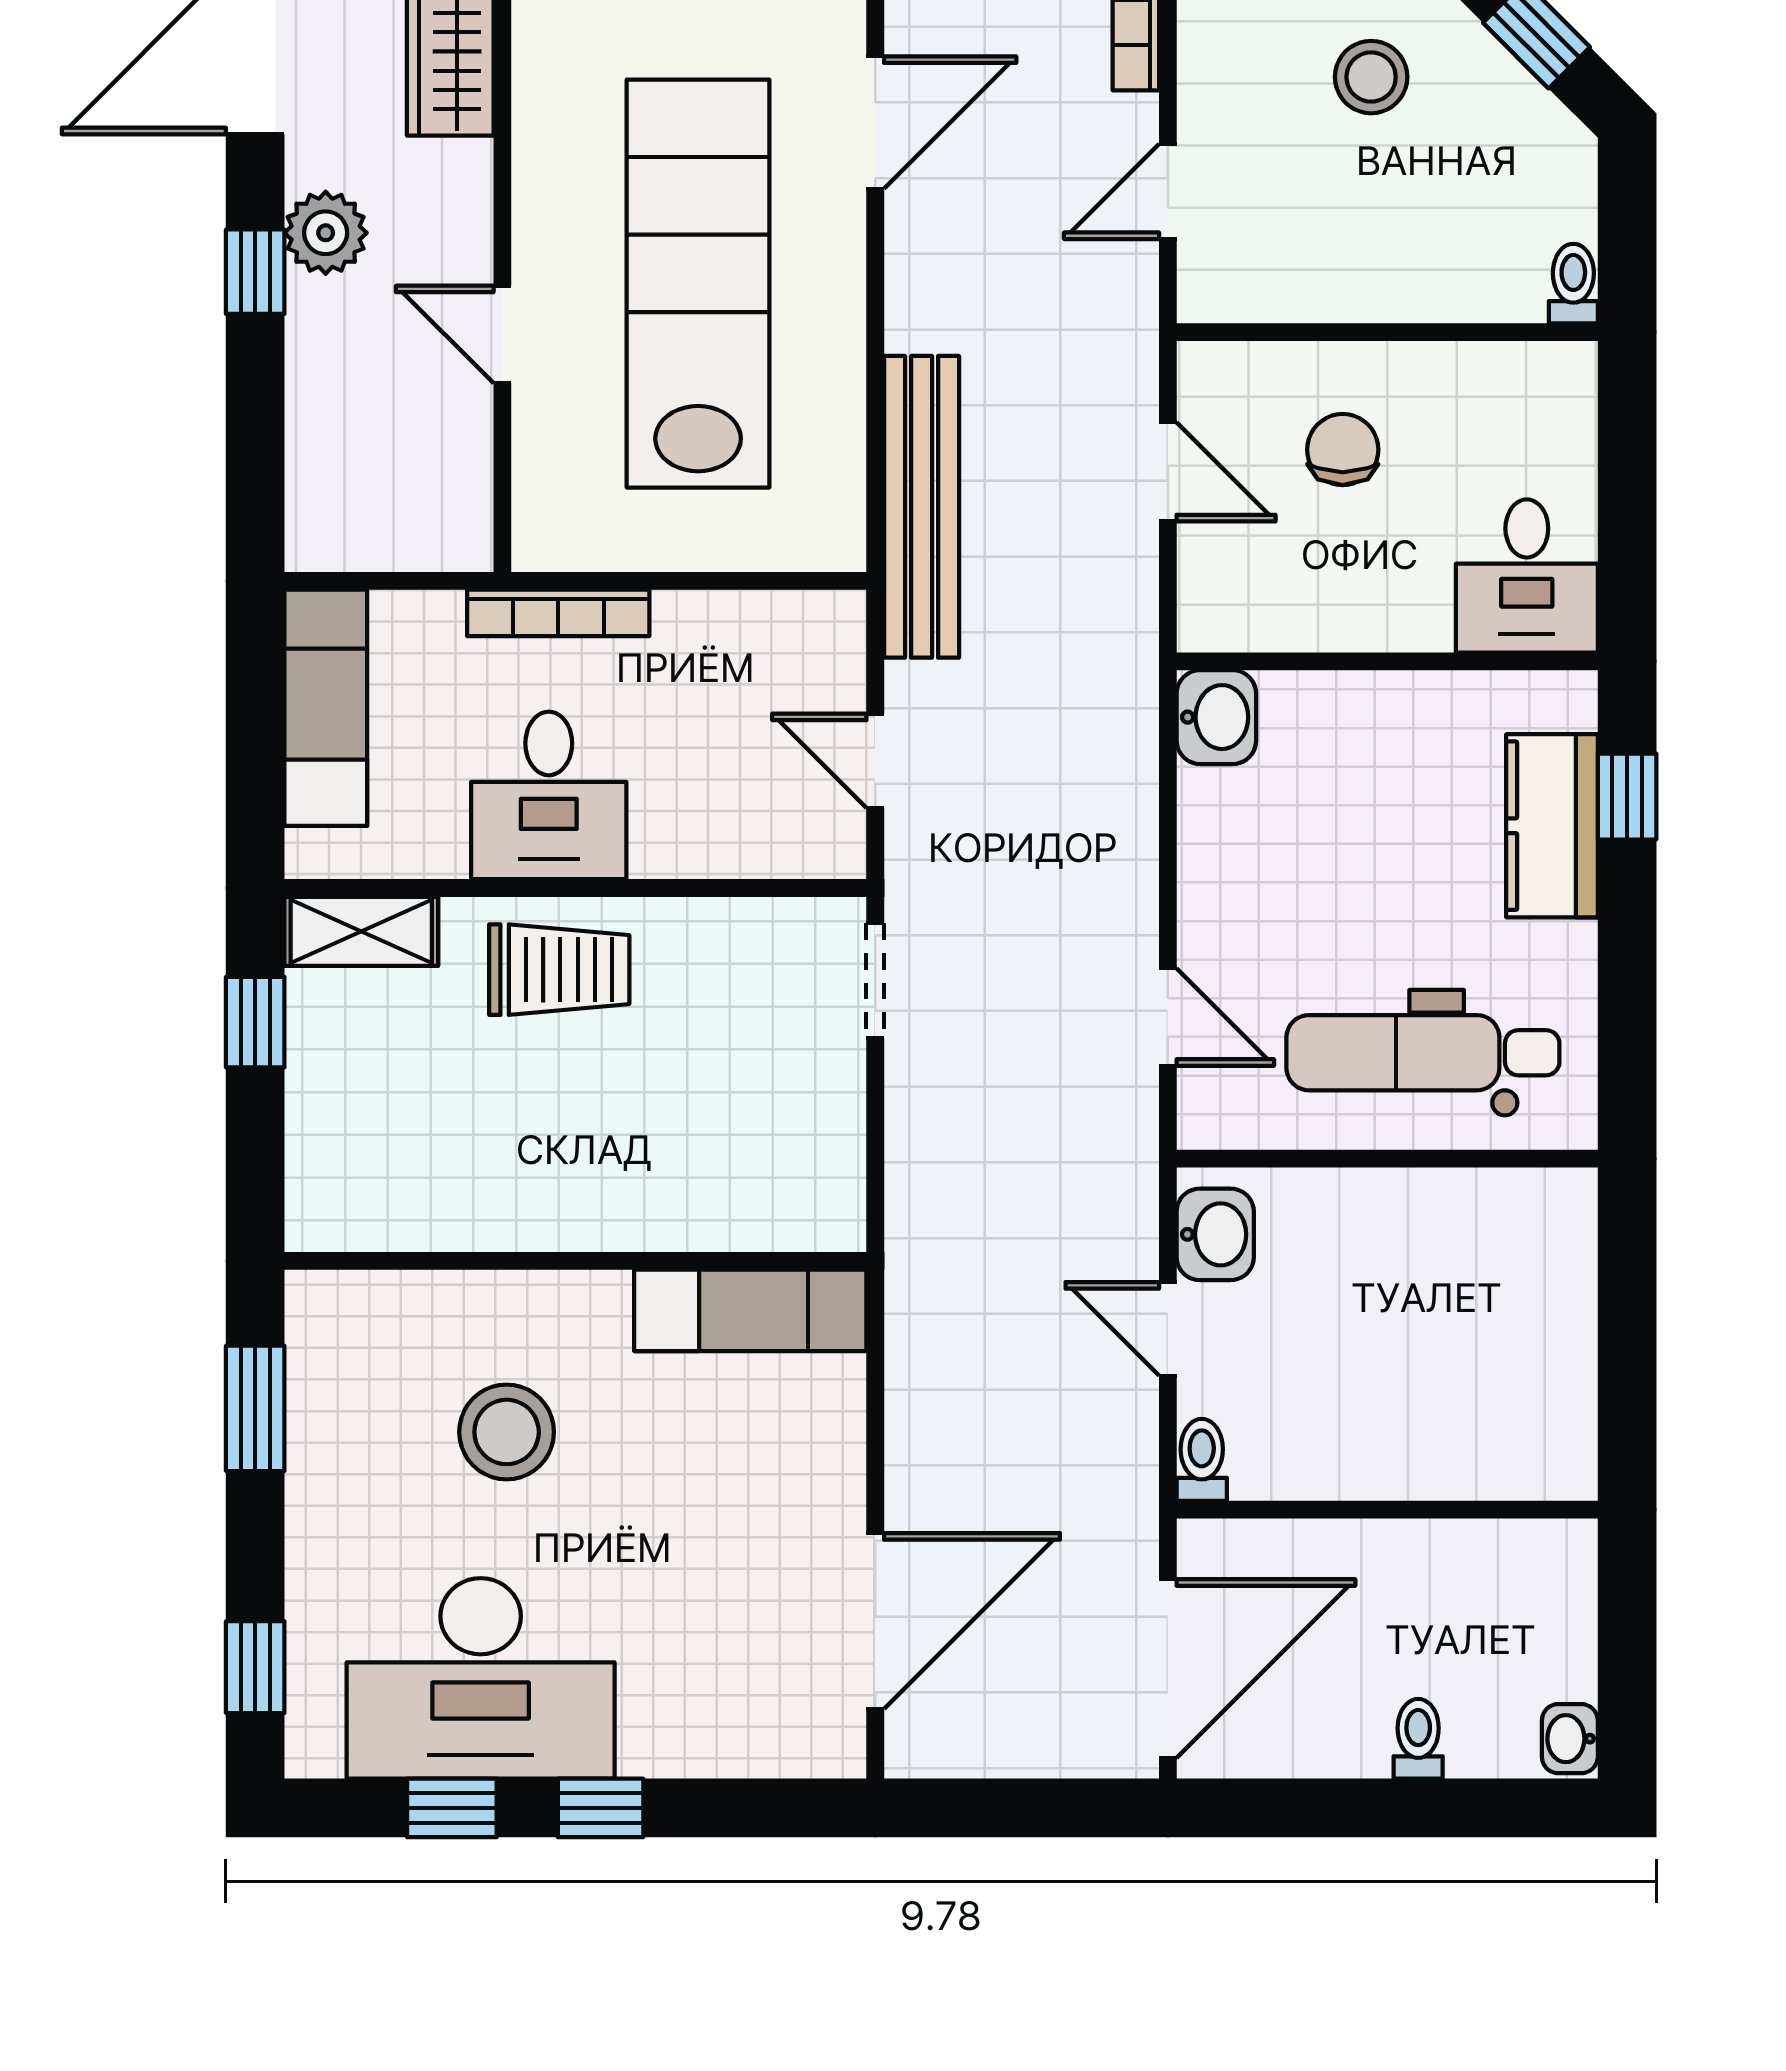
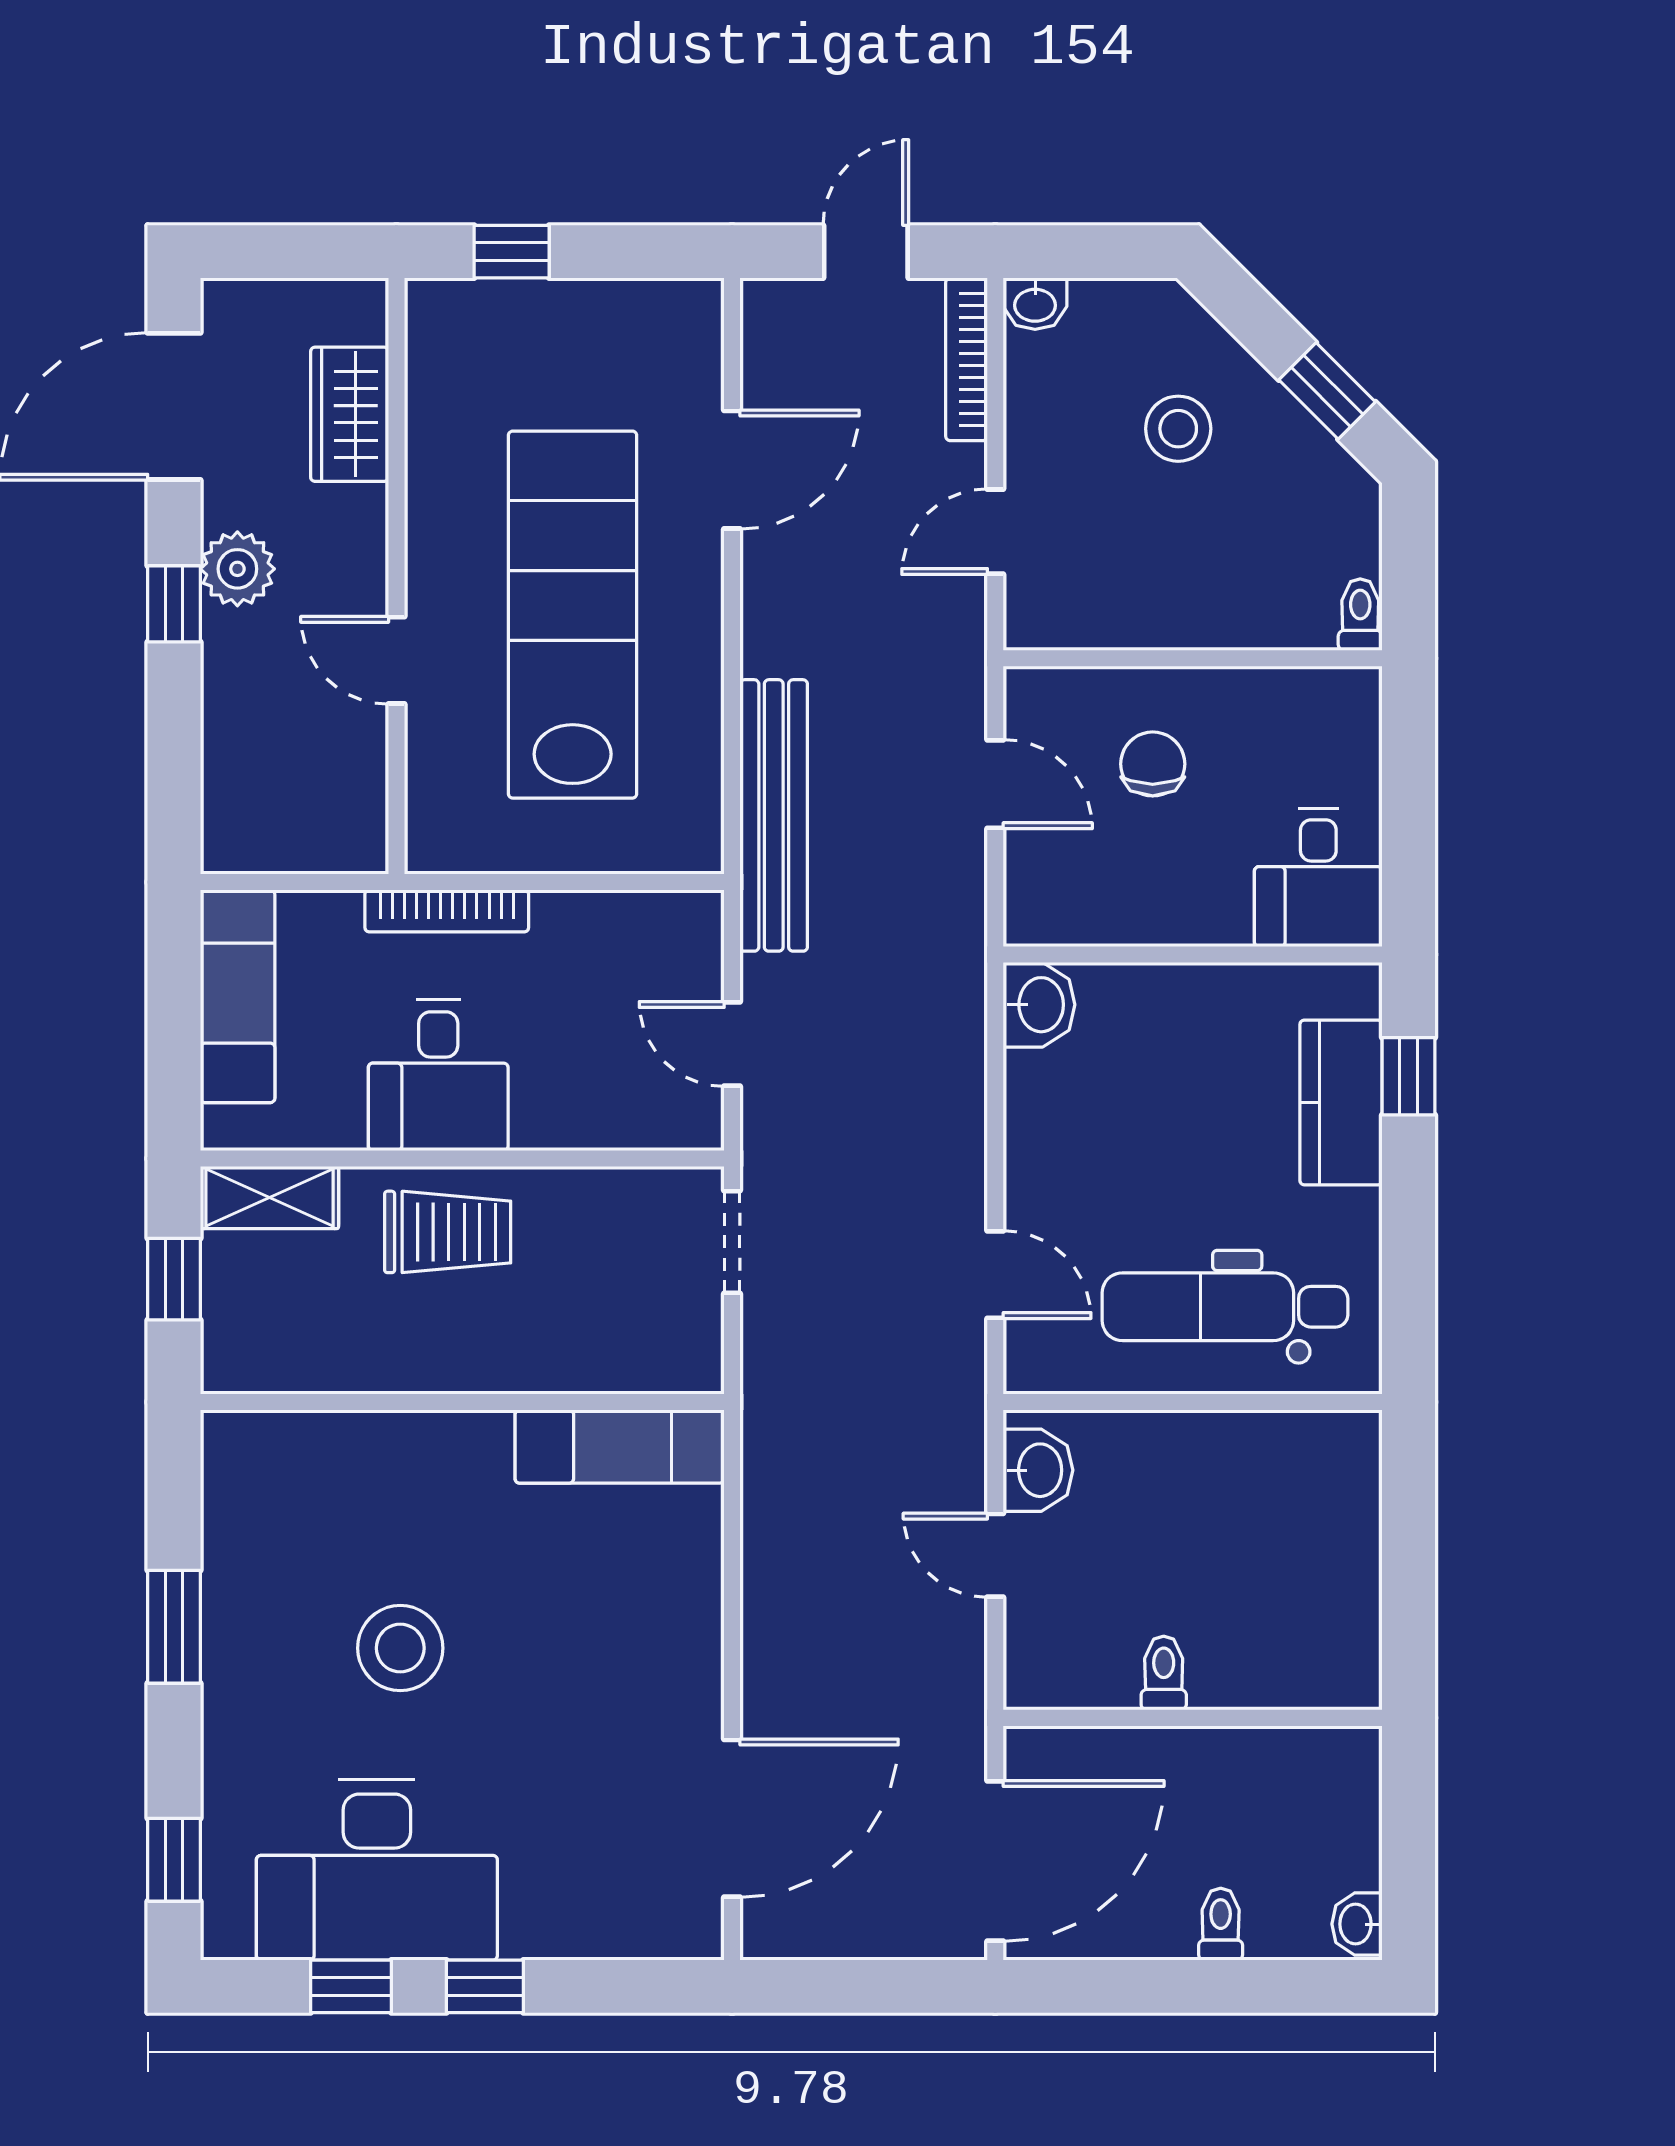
wall: (575, 1261) -> (462, 1402), moved
exam couch: (750, 1310) -> (620, 1447), moved
toilet: (1202, 1460) -> (1164, 1673), moved

